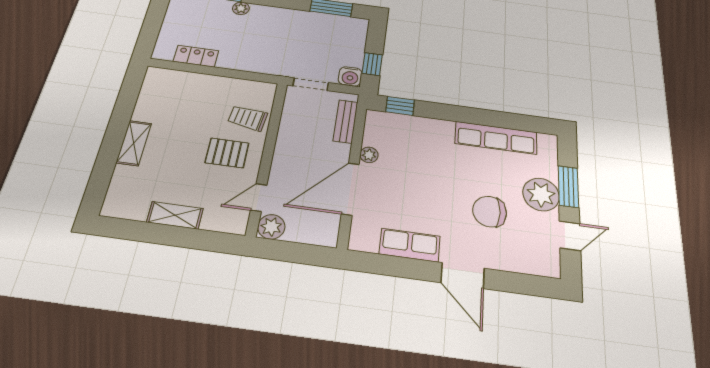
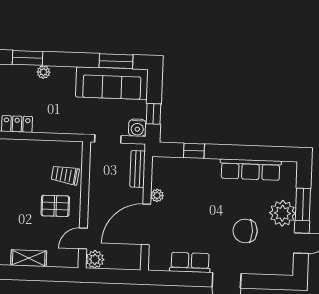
sofa: (324, 28) -> (112, 83), added
window: (400, 106) -> (194, 151), moved

